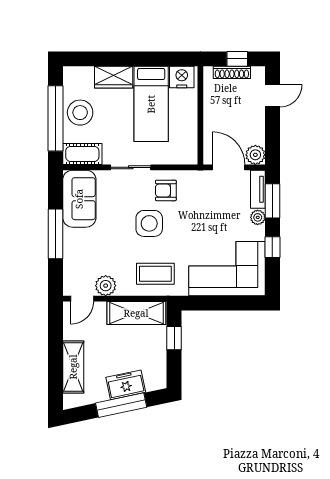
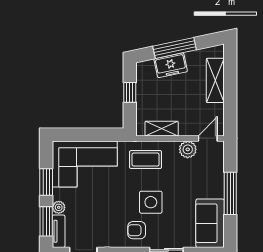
armchair: (166, 190) -> (137, 230), turned 180
window: (272, 247) -> (46, 182), width x1.50
shelving: (136, 313) -> (162, 129), width x0.67, depth x0.75
window: (174, 338) -> (130, 92), moved

